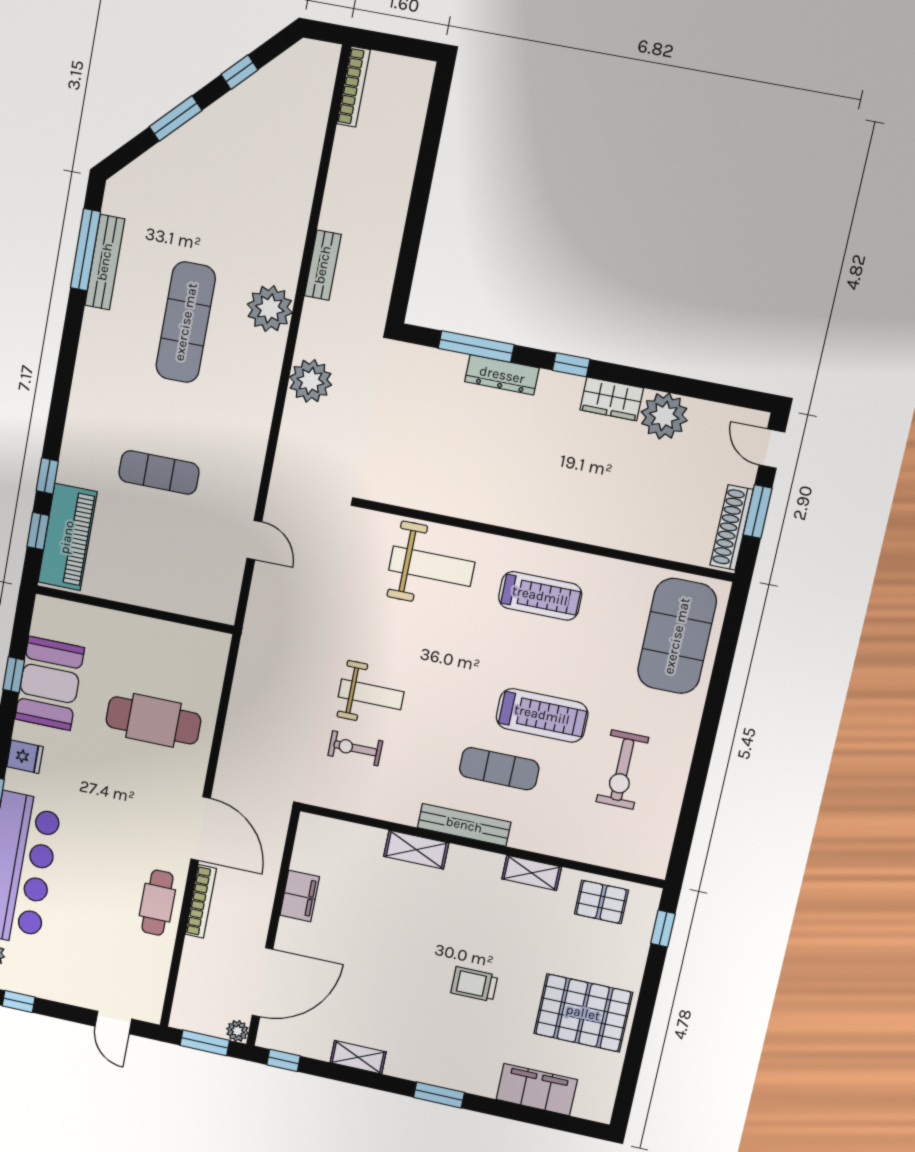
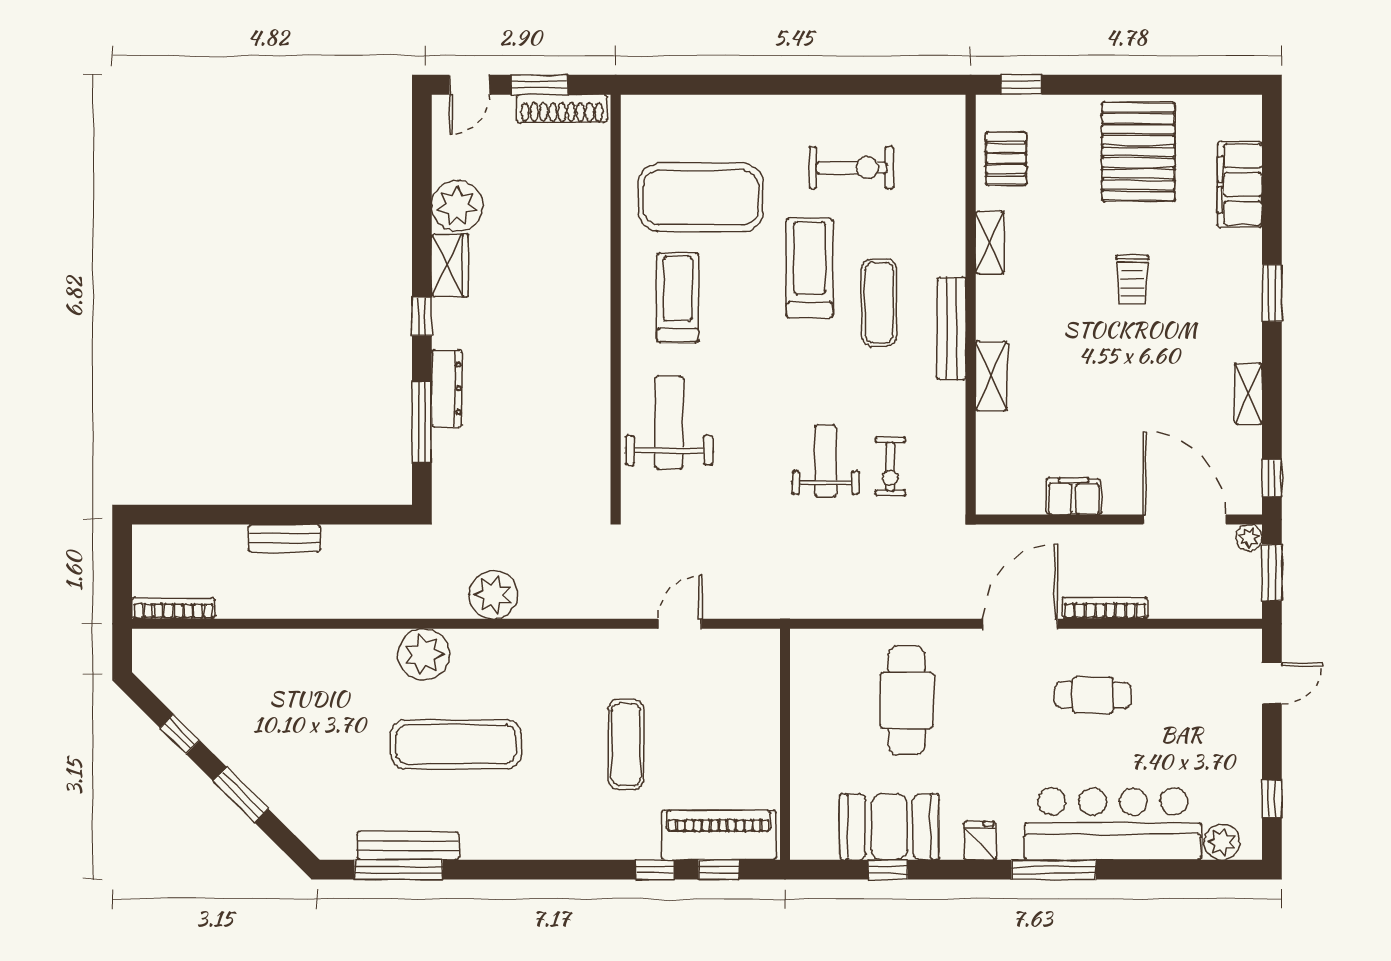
bench: (323, 265) -> (284, 538), moved
exercise mat: (677, 636) -> (701, 197), moved
cafe table: (157, 903) -> (1093, 695), moved

